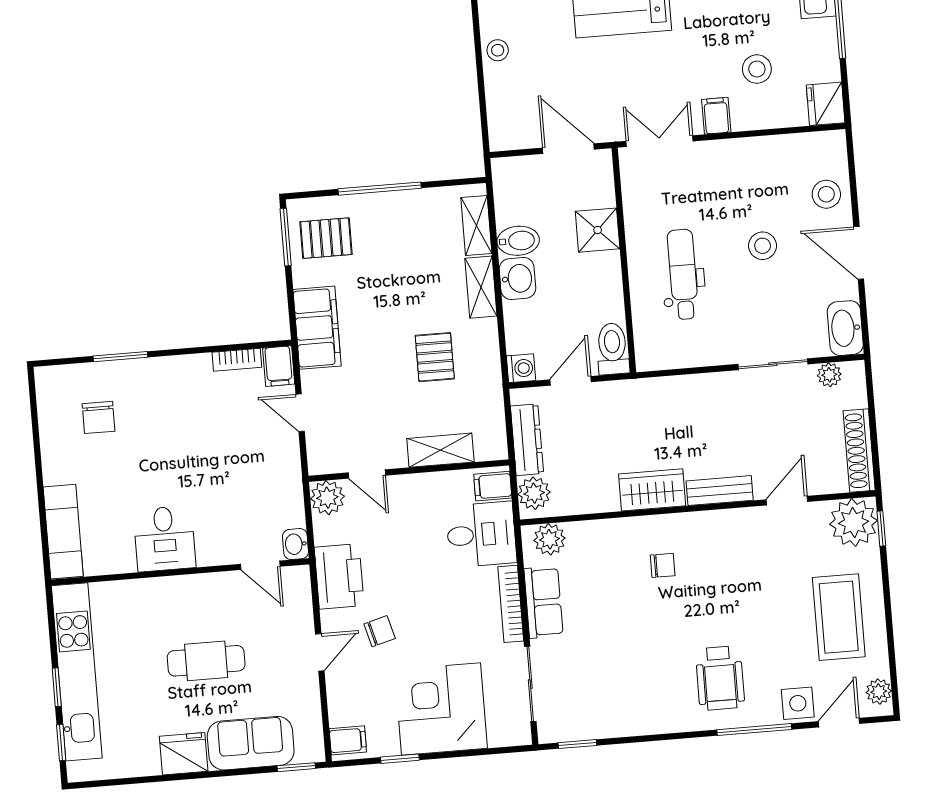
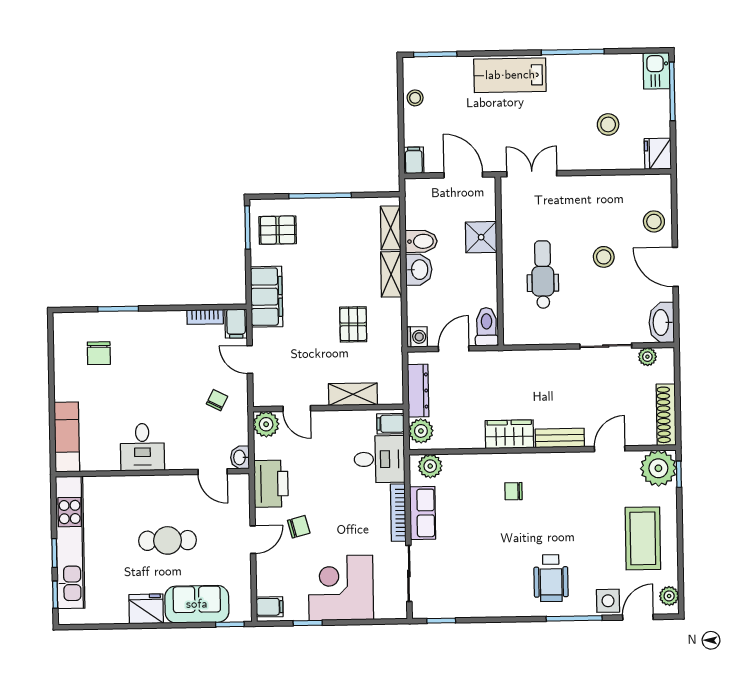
filing cabinet: (716, 116) -> (414, 160), moved
chair: (260, 470) -> (217, 400), added
chair: (663, 565) -> (514, 491), turned 180

